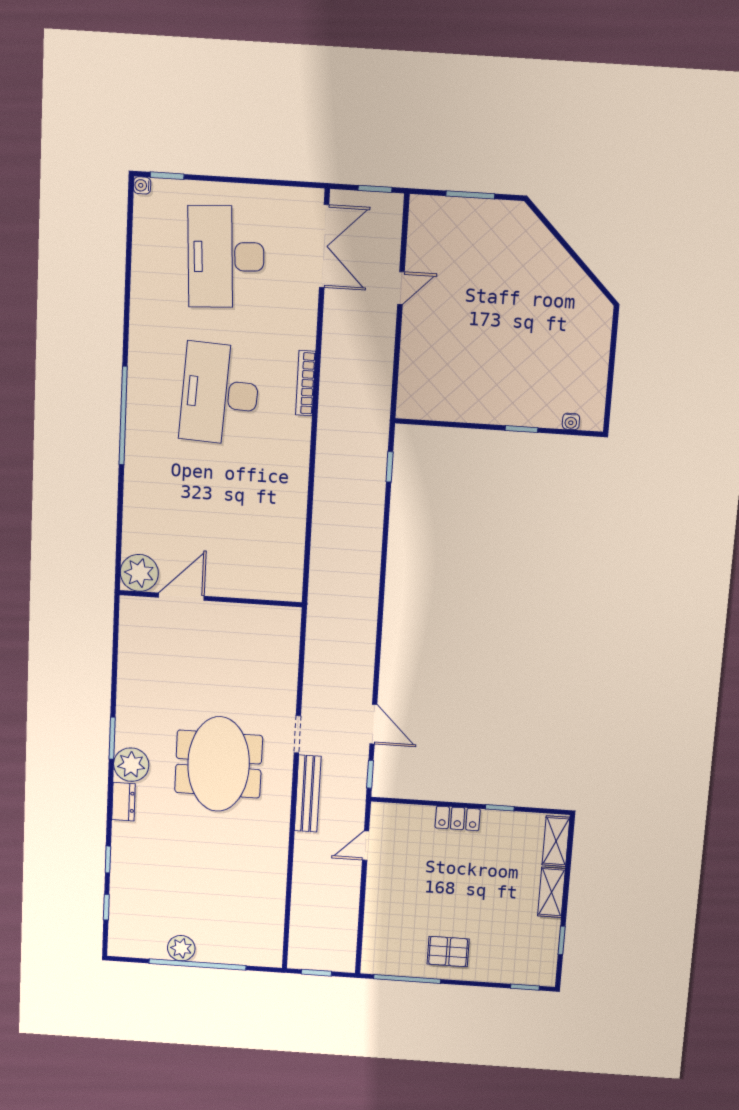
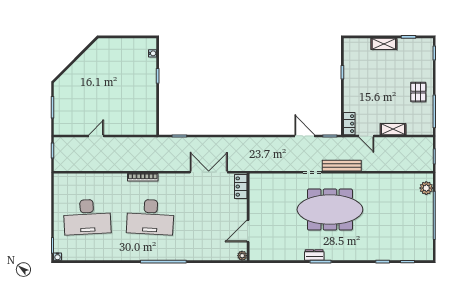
double door: (324, 246) -> (209, 172), moved
door: (401, 288) -> (96, 136), hinge flipped
plant: (139, 573) -> (242, 256), width x0.53, depth x0.53
locker: (275, 588) -> (241, 187), added
door: (181, 597) -> (248, 231), hinge flipped
door: (373, 724) -> (305, 136), hinge flipped
meeting table: (219, 764) -> (330, 210), width x1.36
plant: (131, 765) -> (333, 252), removed
dresser: (123, 802) -> (314, 255), moved
locker: (458, 818) -> (349, 124), moved
shelving: (556, 841) -> (393, 129), moved
plant: (181, 948) -> (426, 188), moved

